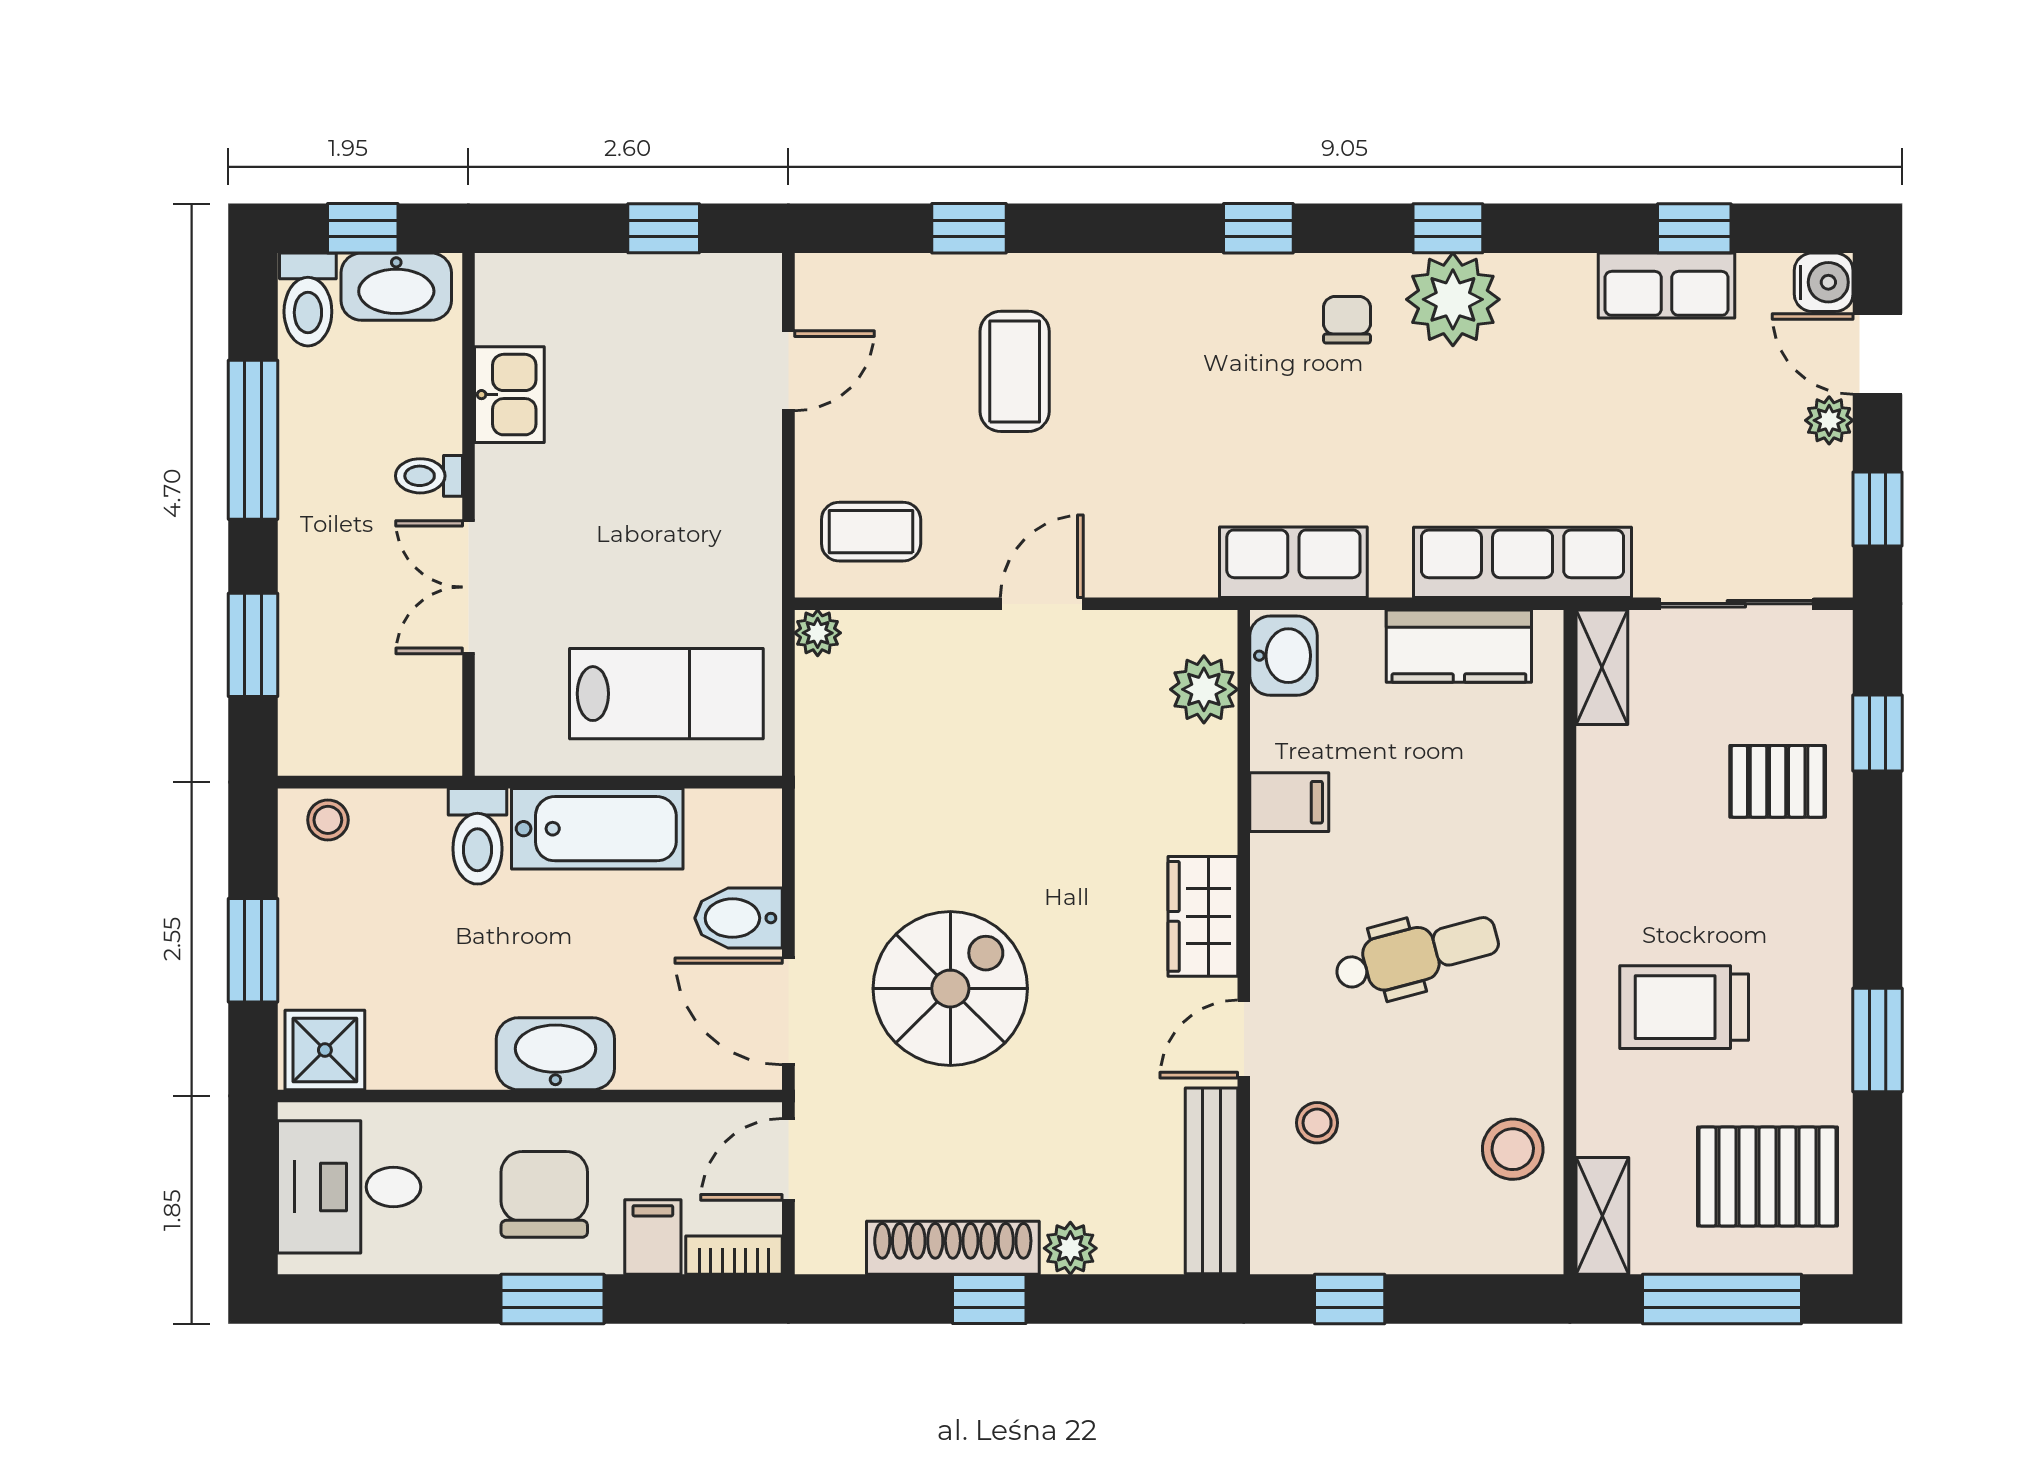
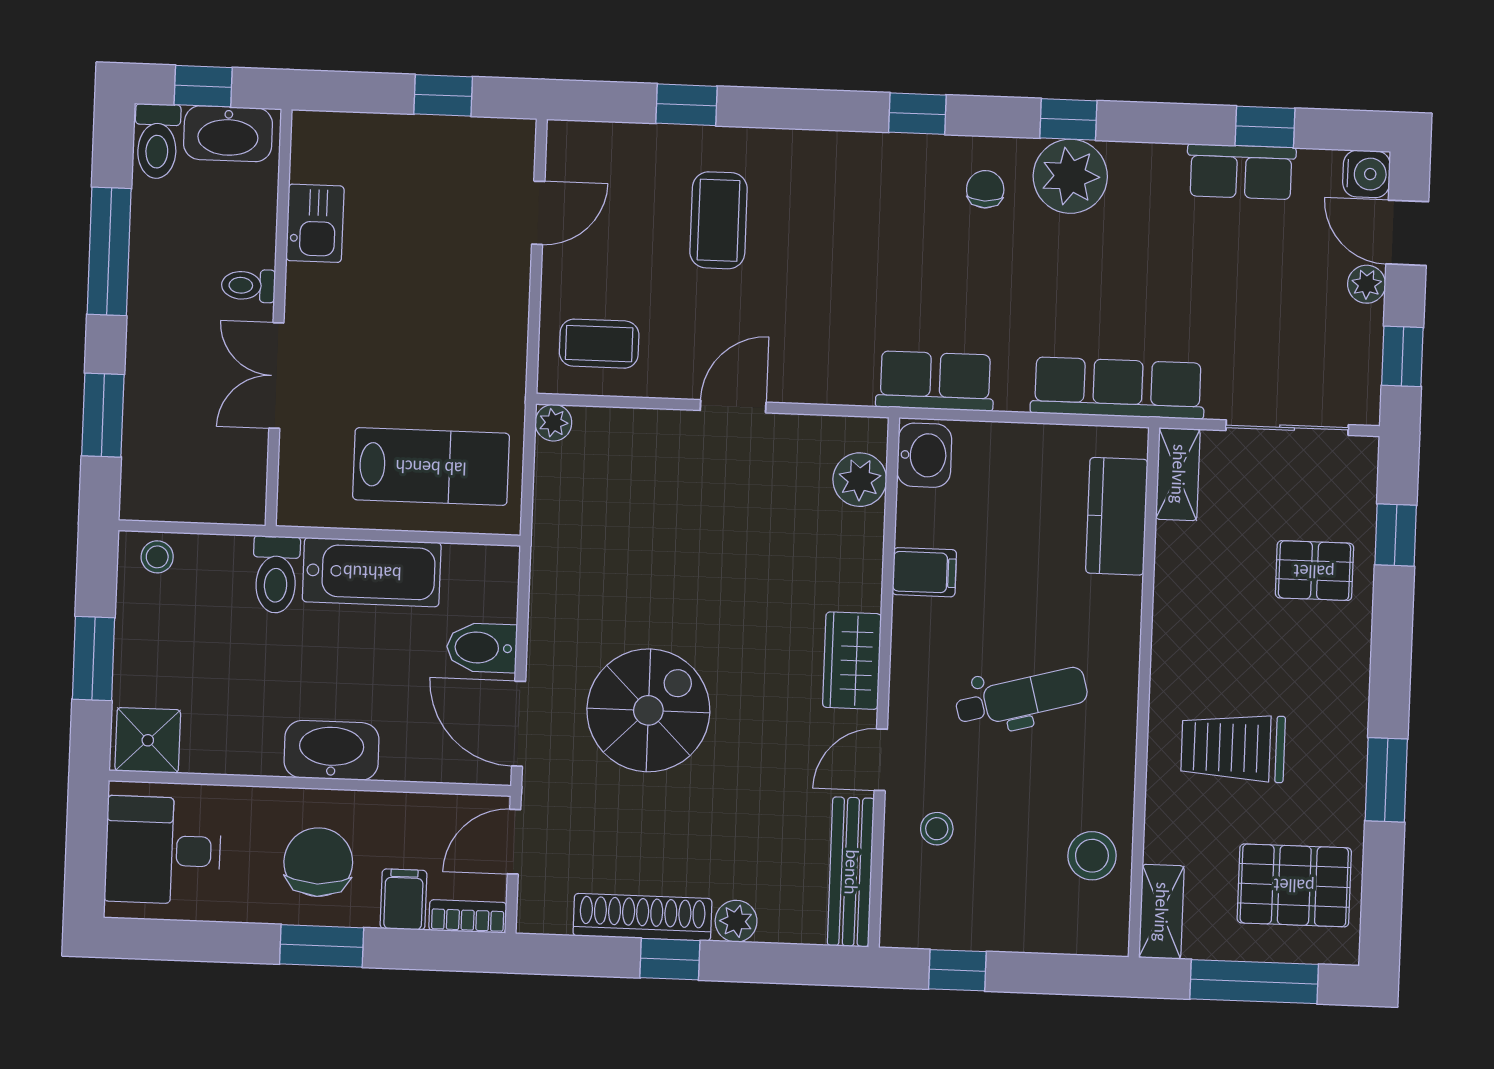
kitchen counter: (1459, 646) -> (1117, 516), moved, turned 90

